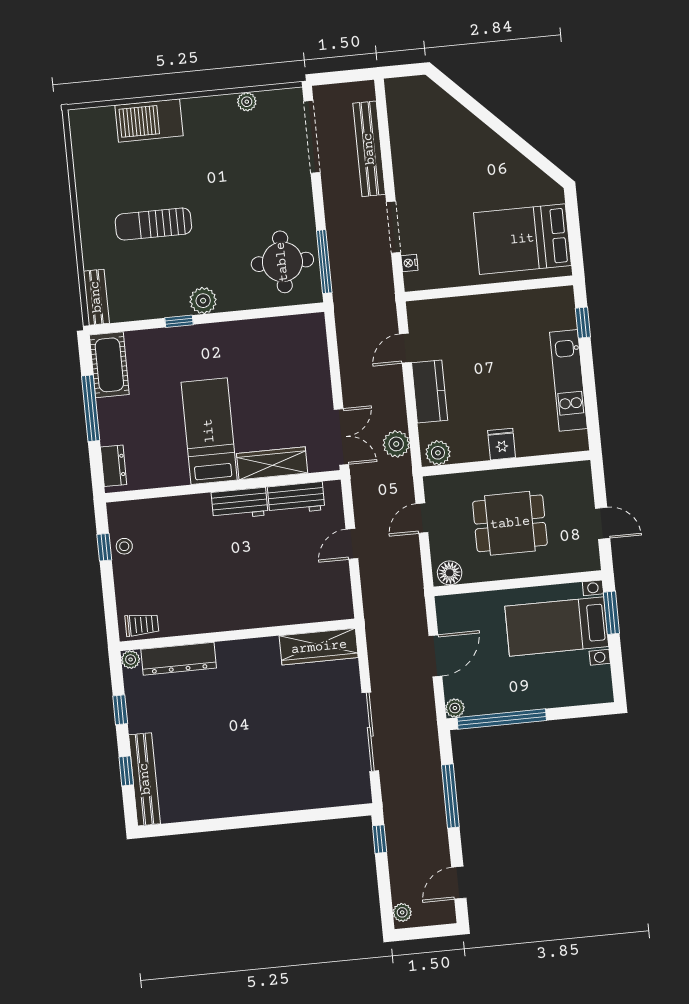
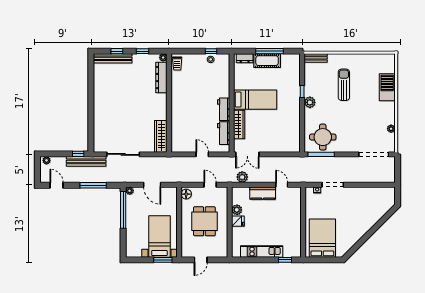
bench: (369, 149) -> (86, 161), moved
cot: (109, 365) -> (267, 61), moved
plant: (438, 453) -> (237, 210), moved

